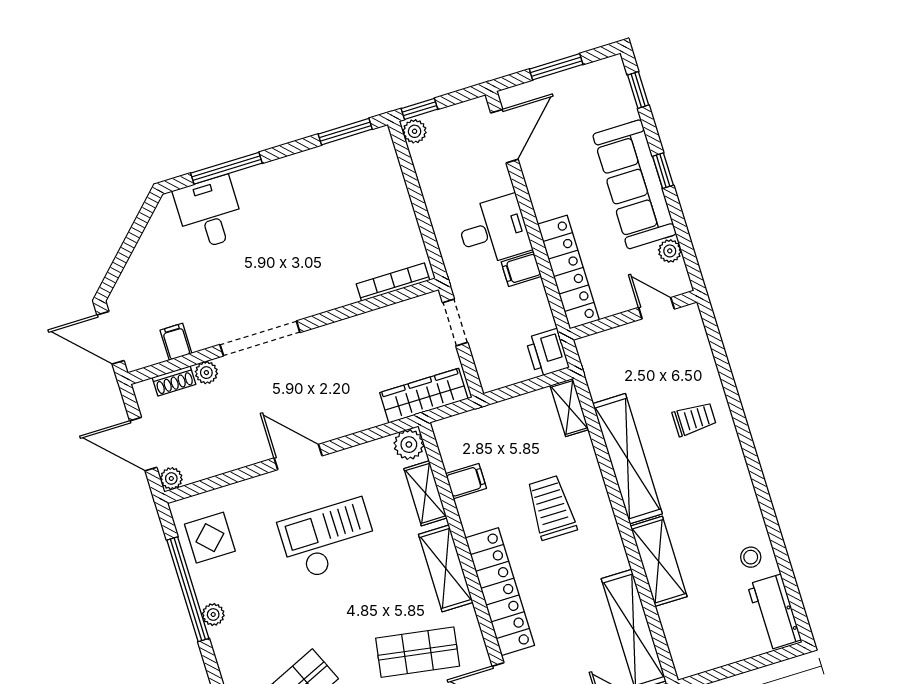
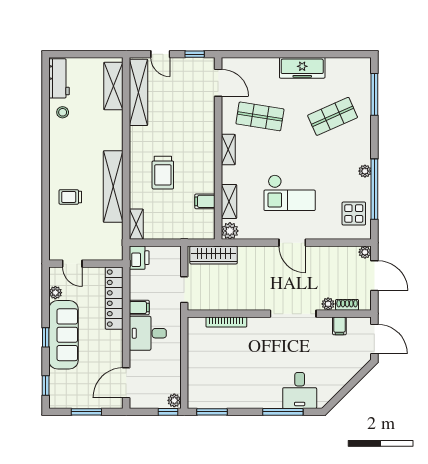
bookcase: (393, 282) -> (226, 322), moved
shelving: (659, 561) -> (113, 86), moved
shelving: (446, 568) -> (228, 150), width x0.67, depth x0.75
locker: (500, 592) -> (205, 136), removed

